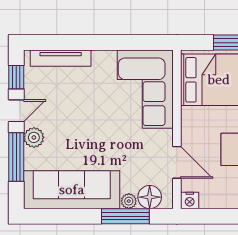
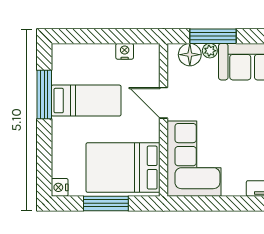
door: (177, 162) -> (163, 103), moved
nightstand: (190, 200) -> (125, 51), moved

